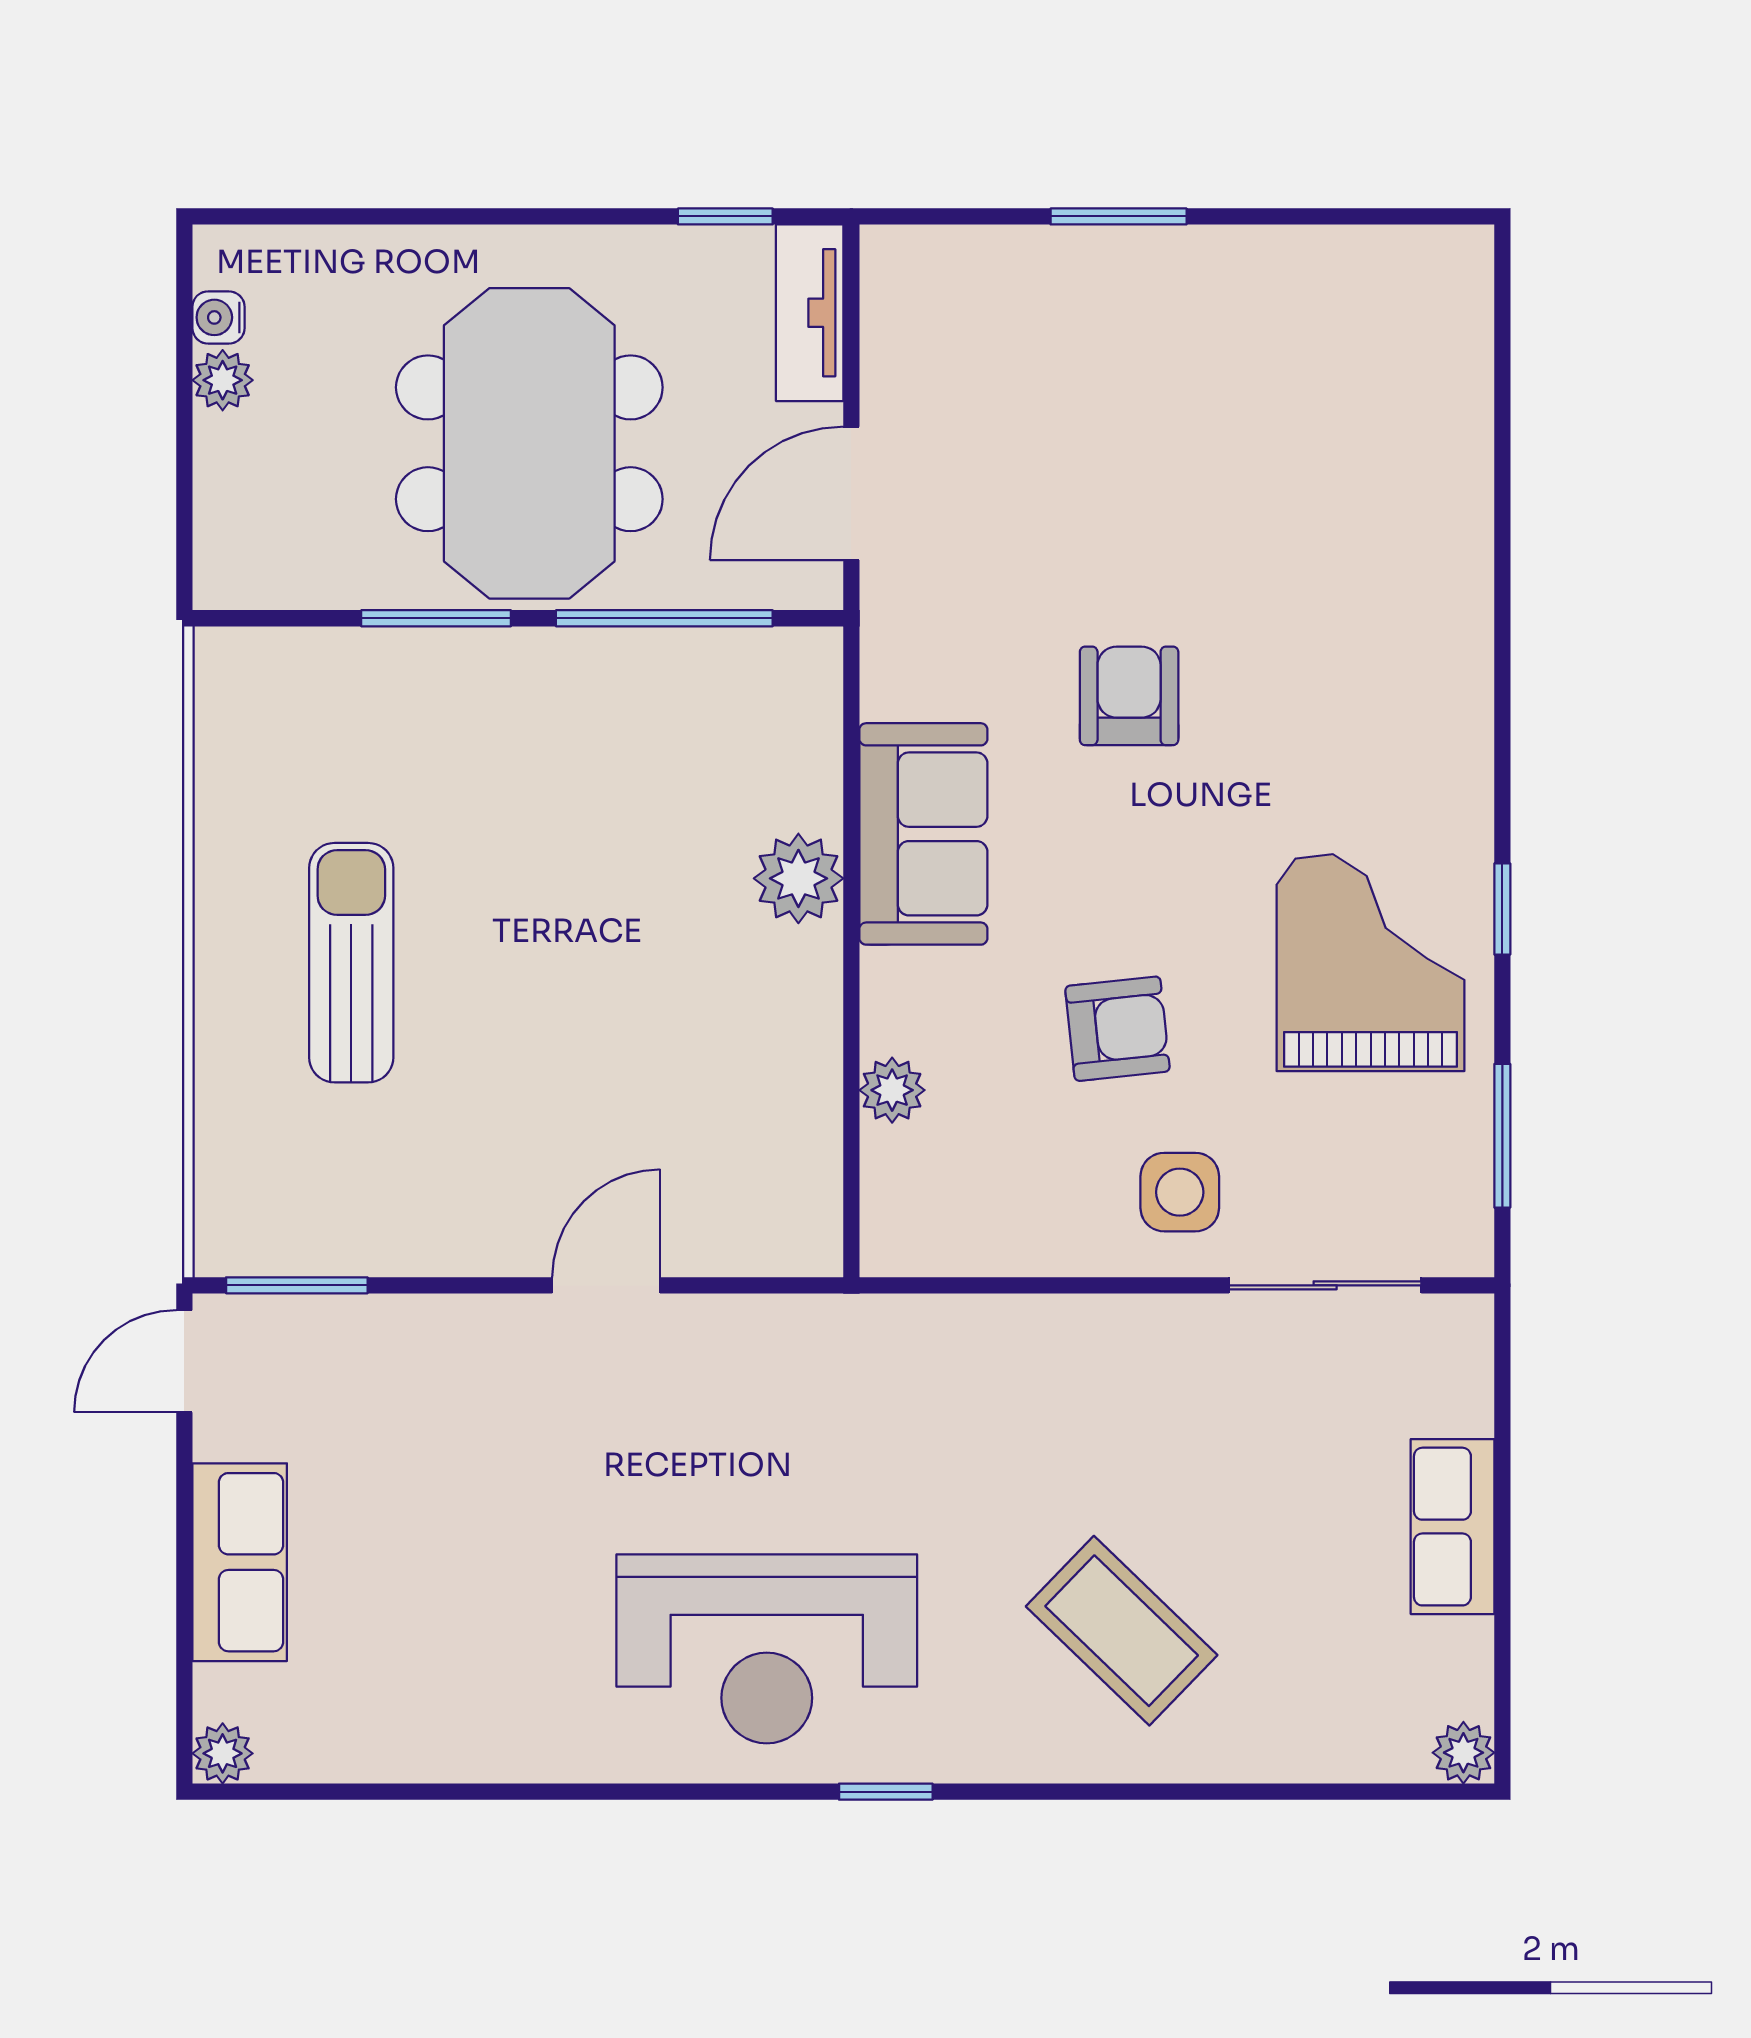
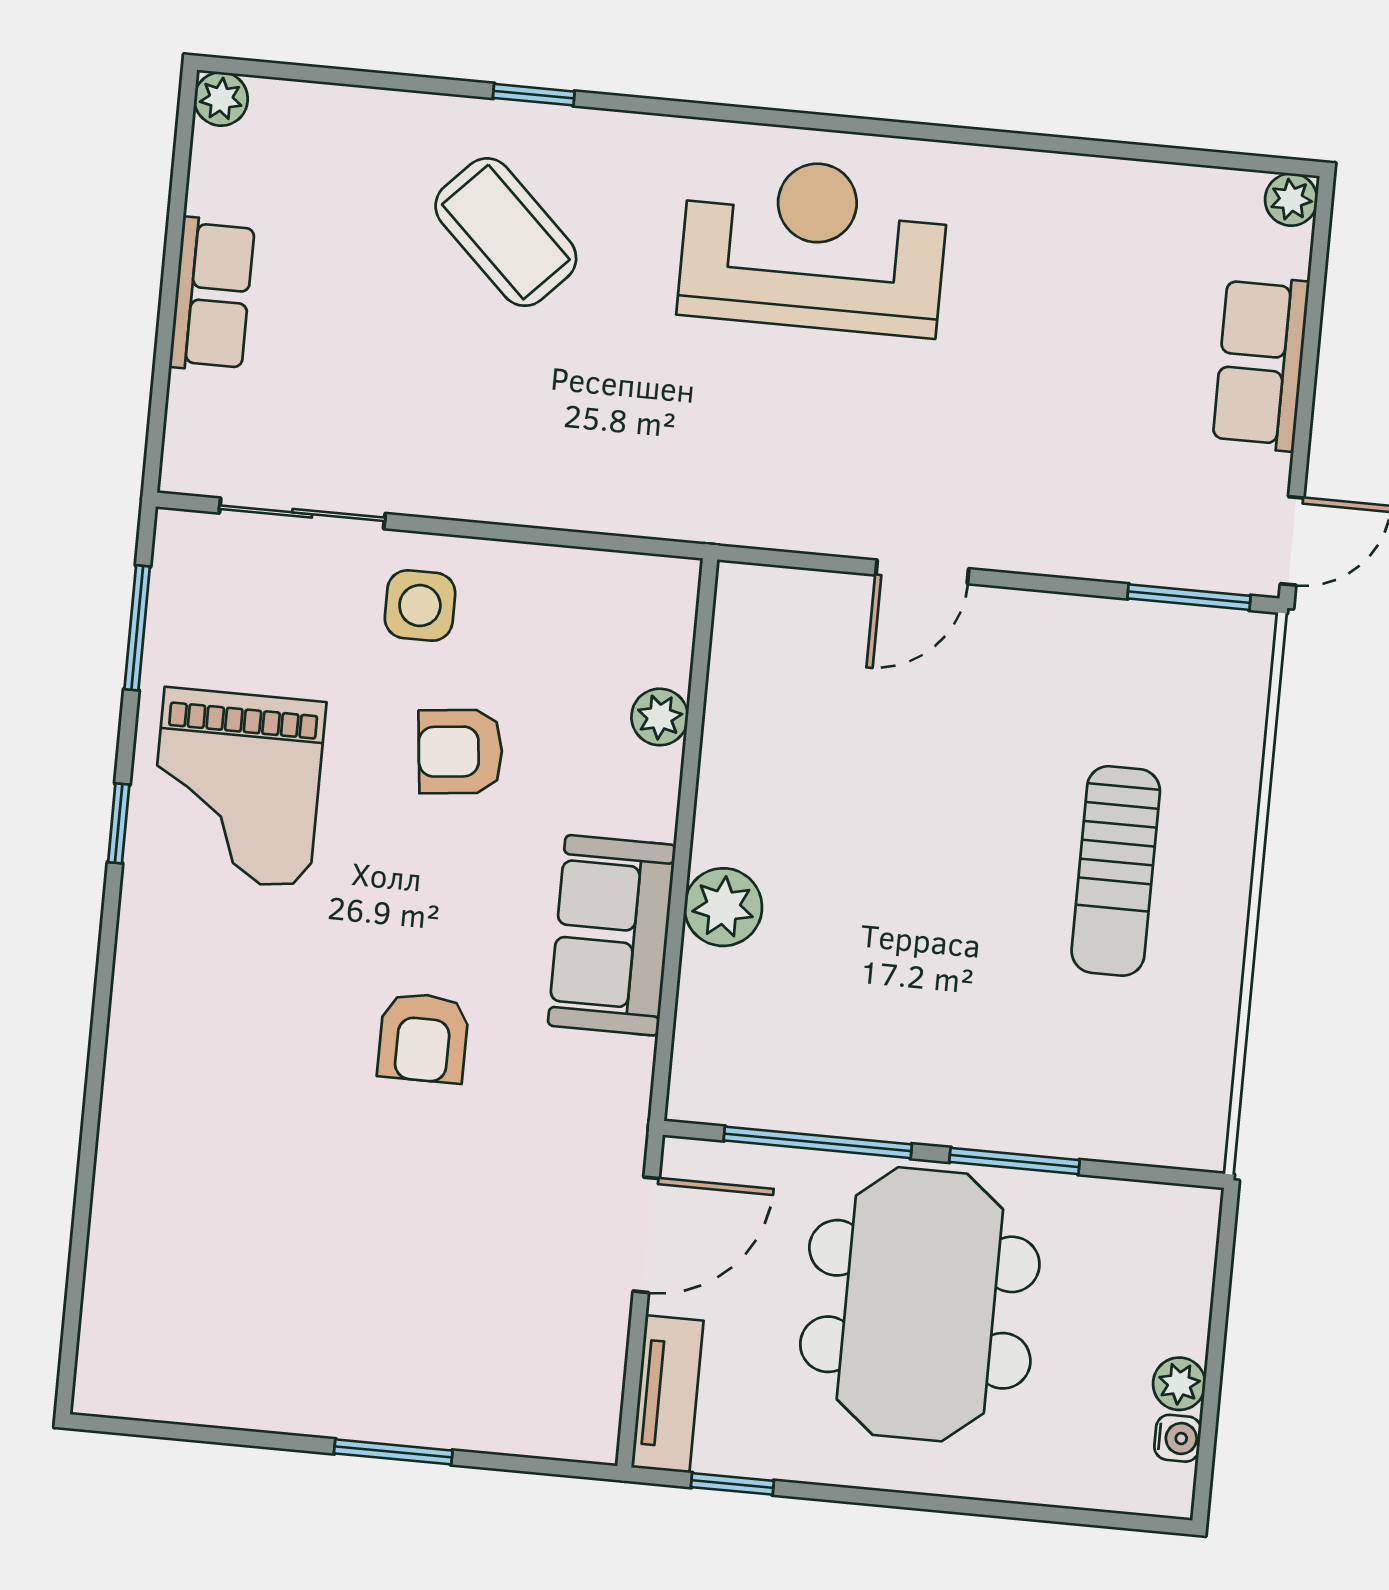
window: (886, 1792) -> (534, 95), moved

